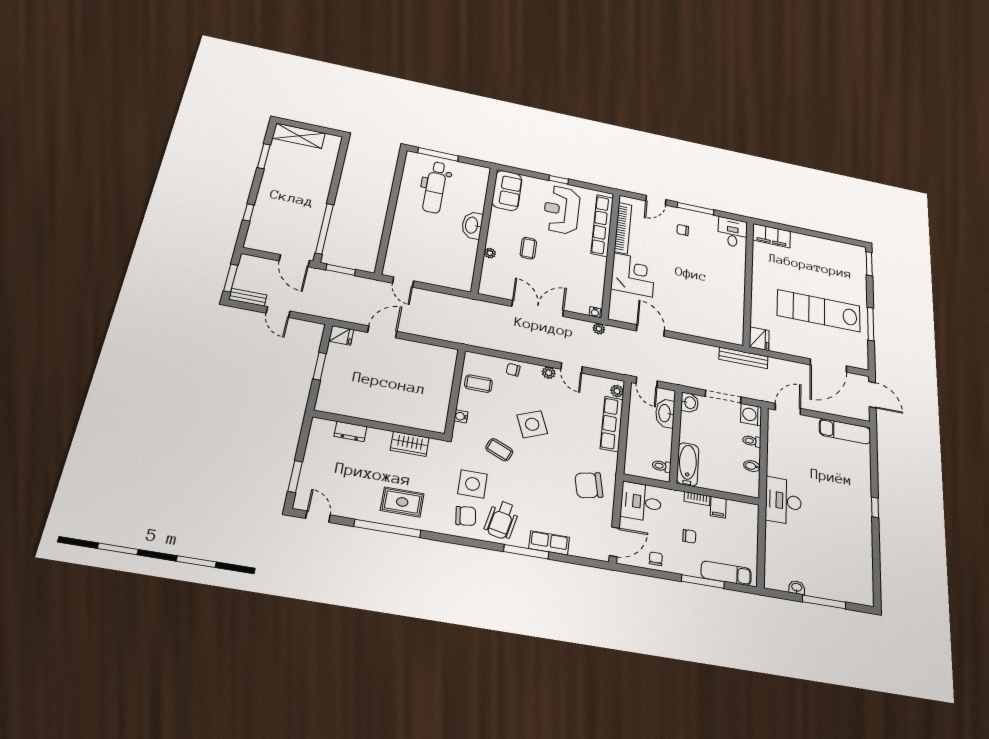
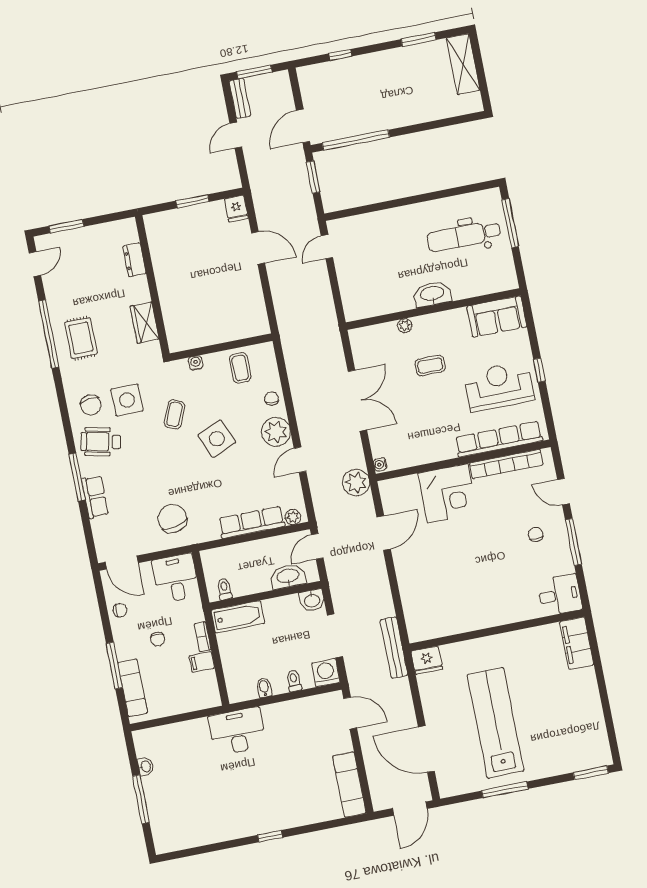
plant: (599, 329) -> (356, 482), width x1.88, depth x1.88
plant: (549, 373) -> (276, 432), width x1.87, depth x1.87

